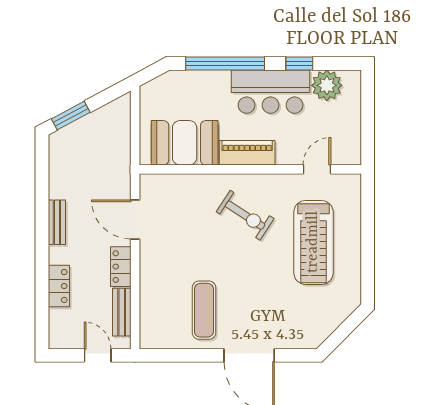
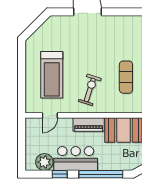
exercise bike: (245, 215) -> (90, 90), turned 75
treadmill: (313, 242) -> (52, 75), turned 180
exercise mat: (204, 310) -> (126, 77), moved

